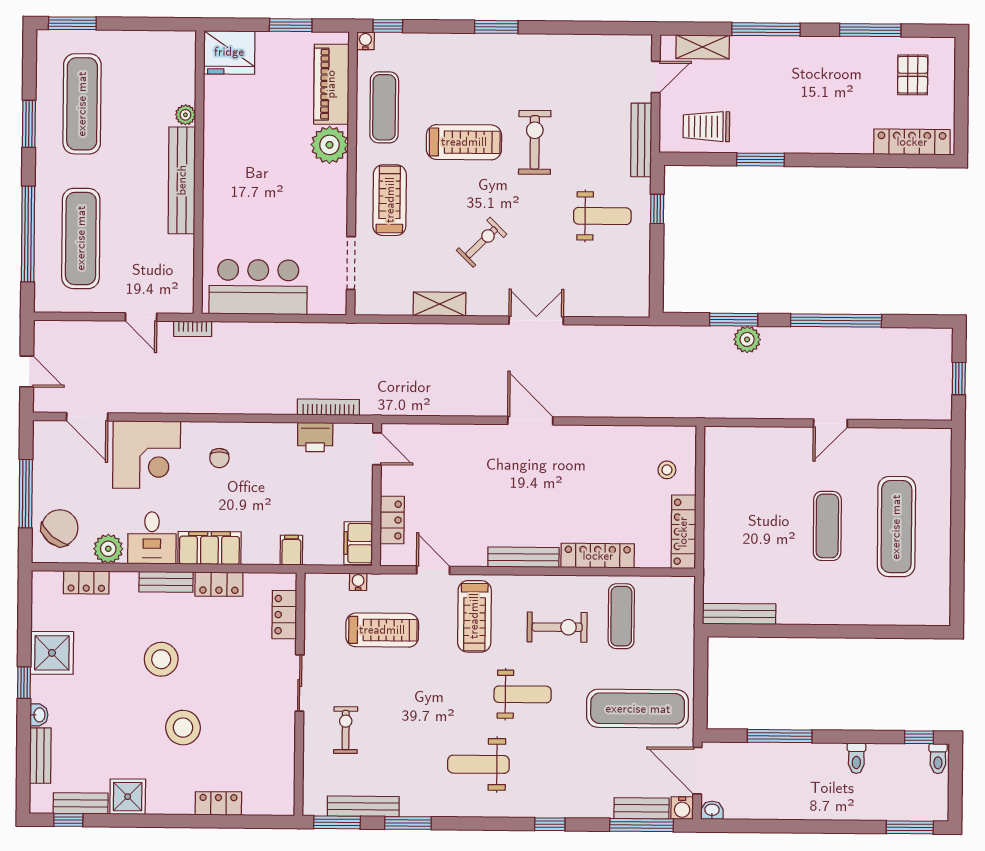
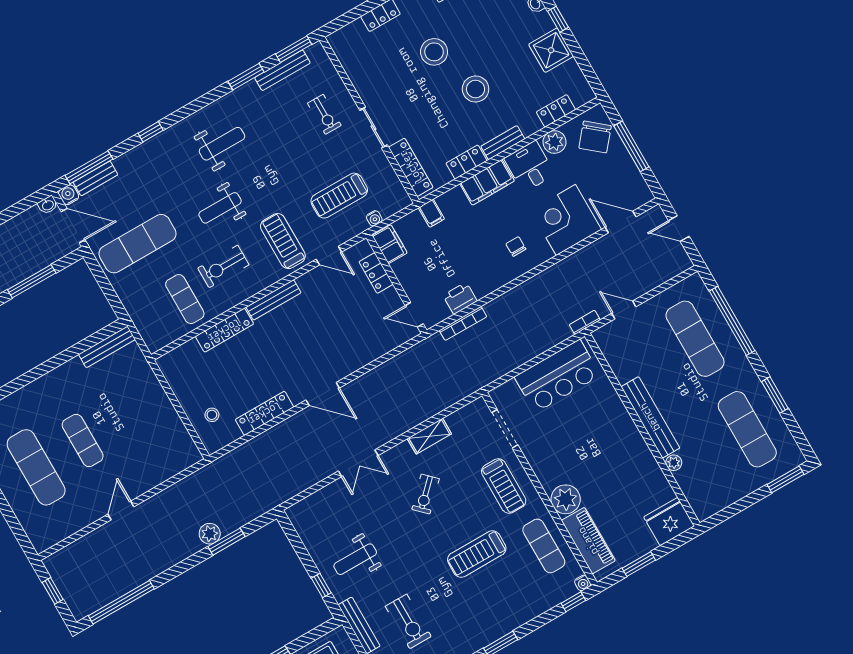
exercise bike: (535, 142) -> (408, 621), moved
window: (836, 321) -> (121, 602), moved
locker: (683, 532) -> (265, 413), moved, turned -90
locker: (284, 615) -> (411, 167), width x1.53

